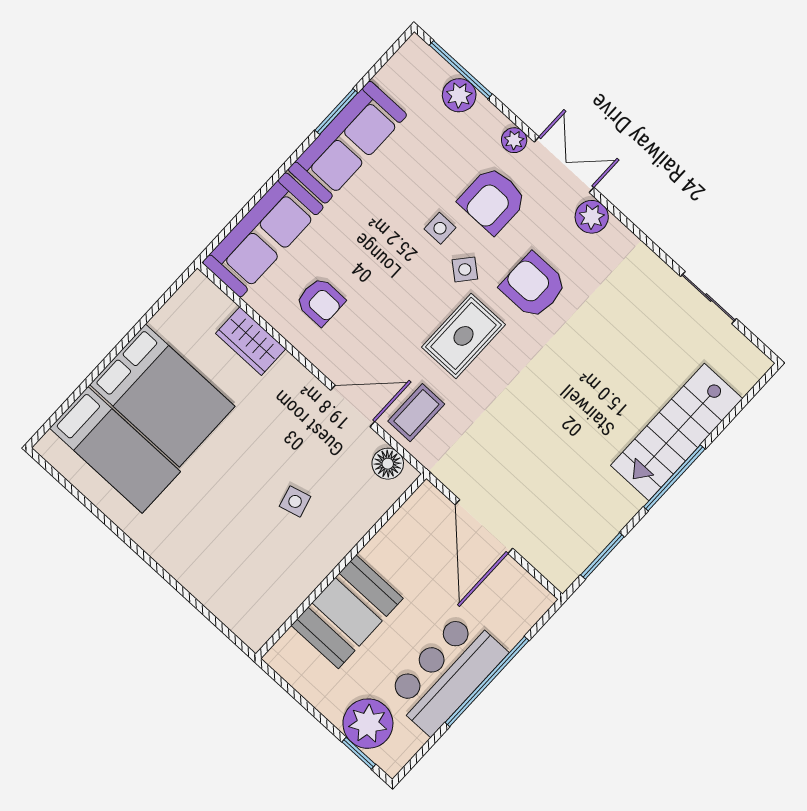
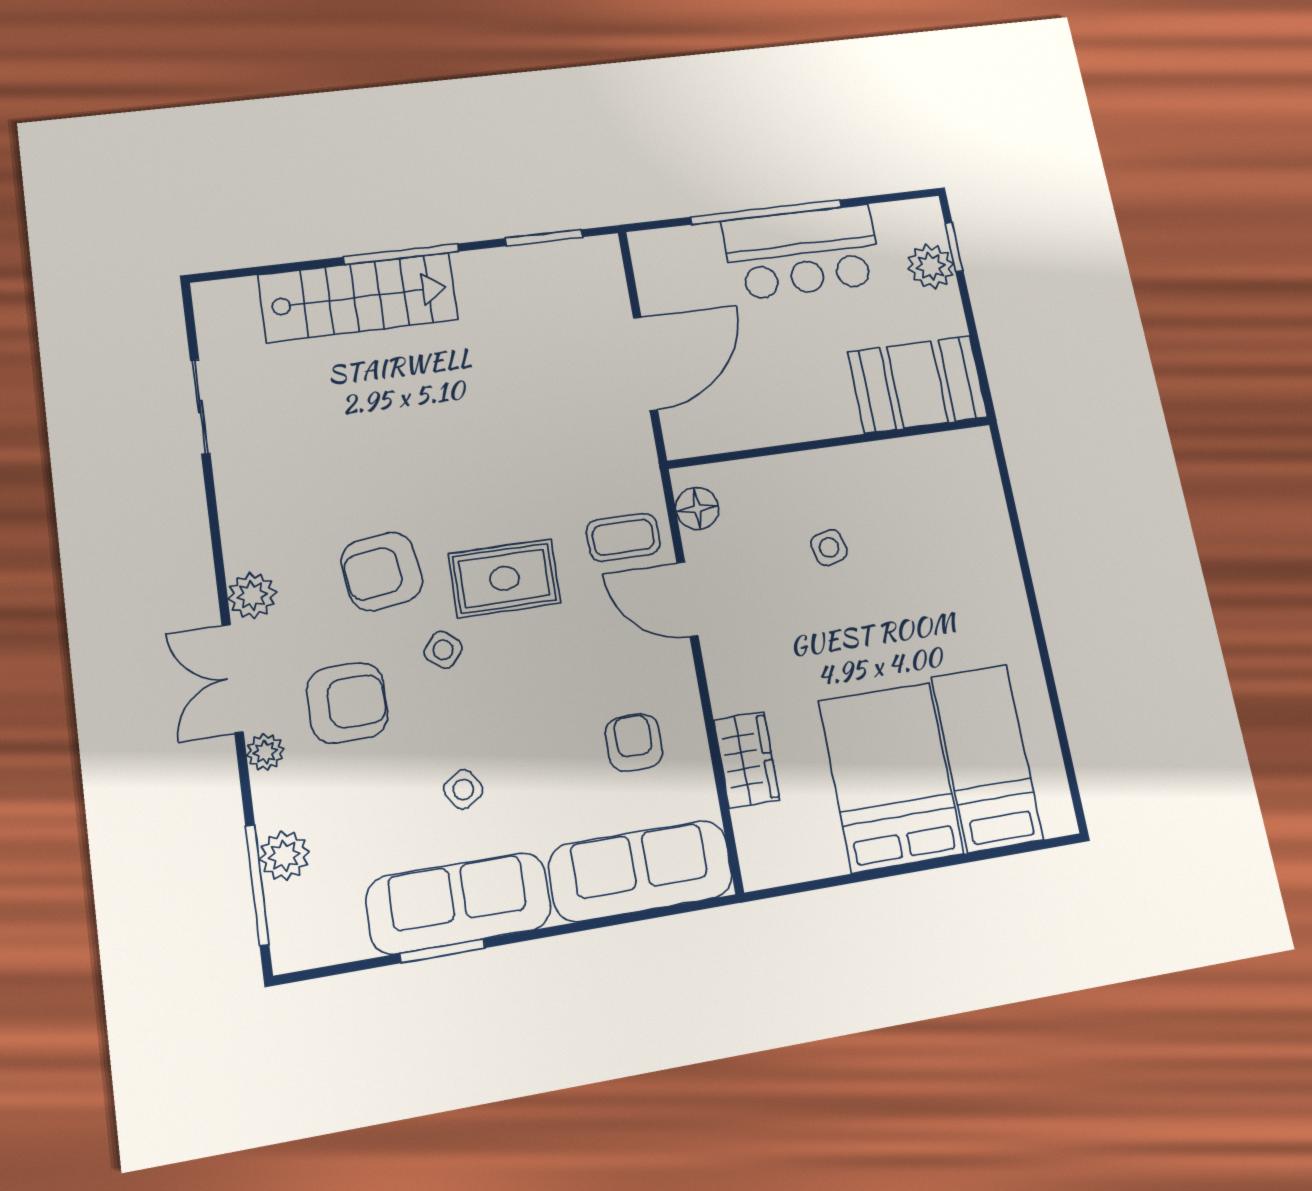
side table: (440, 228) -> (463, 789), moved, turned -32
armchair: (533, 286) -> (382, 571), turned 82
booth: (347, 612) -> (918, 384), moved
plant: (368, 724) -> (931, 266), width x0.73, depth x0.73

